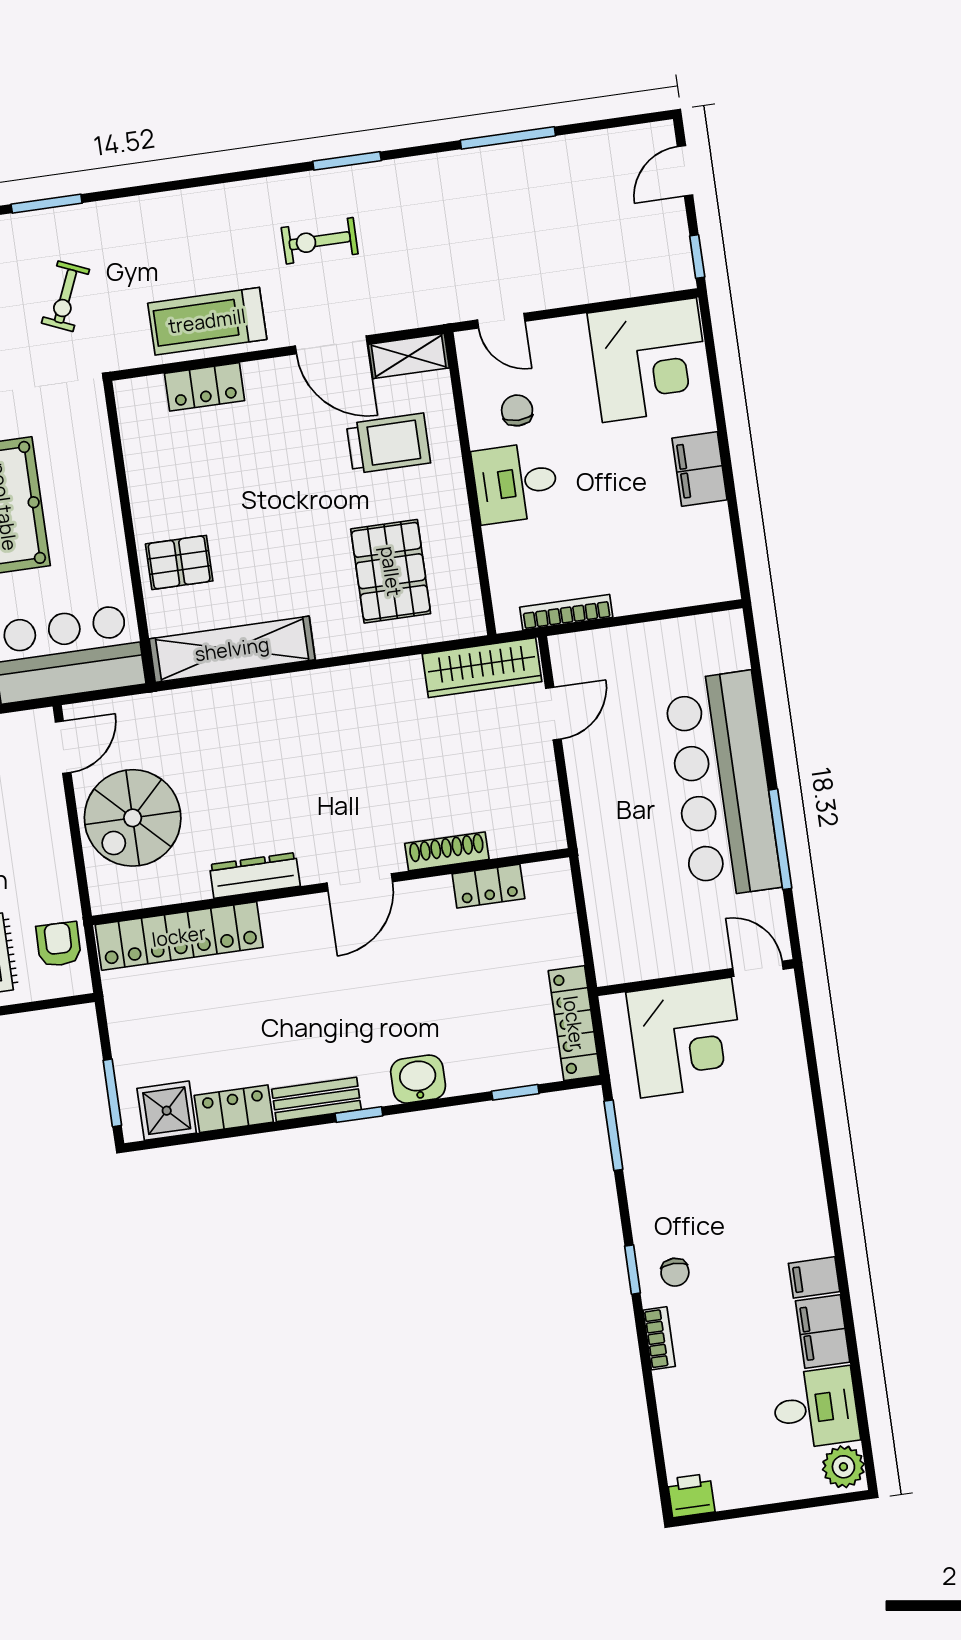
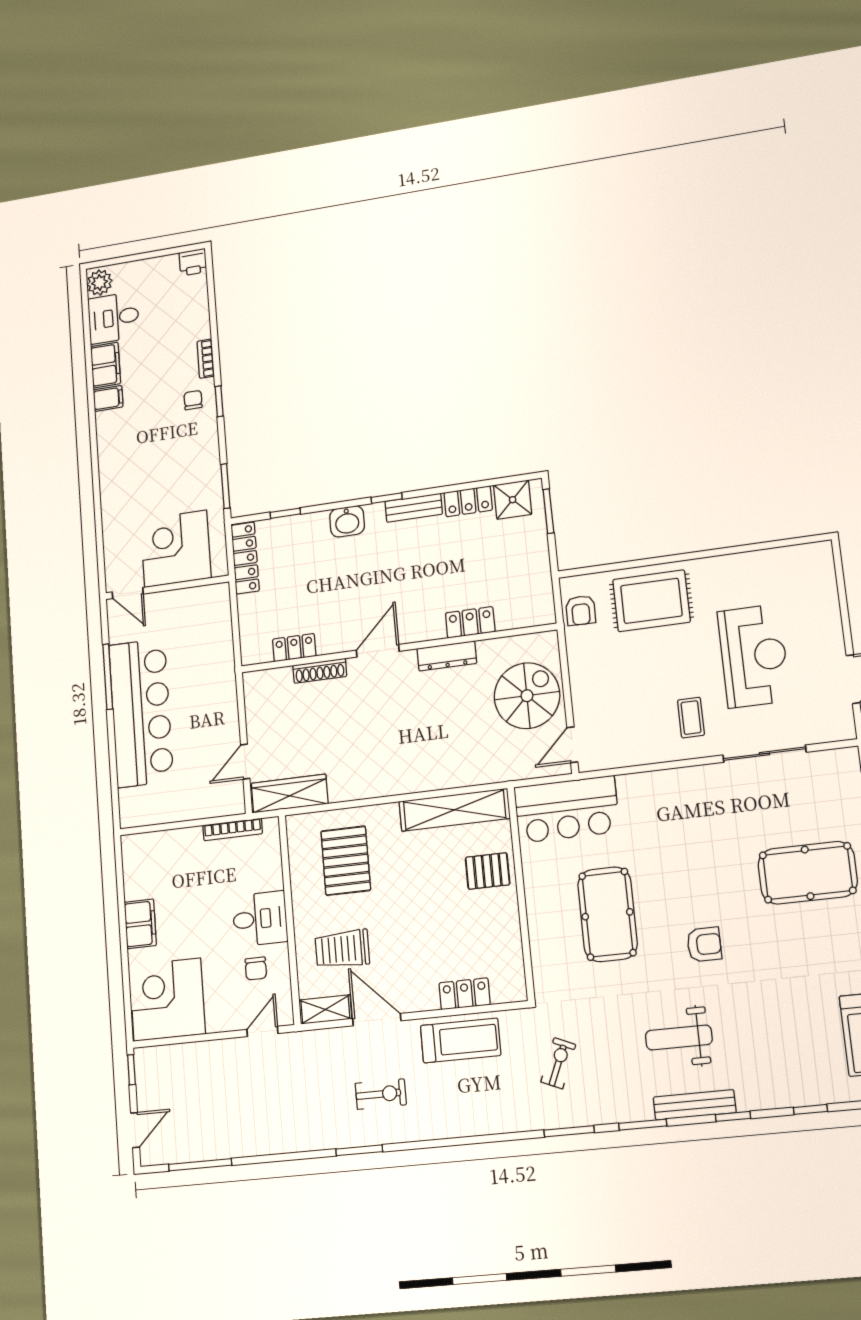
window: (508, 138) -> (200, 1165), moved
door: (501, 321) -> (262, 1031), hinge flipped
locker: (179, 936) -> (470, 622), width x0.46, depth x0.83

